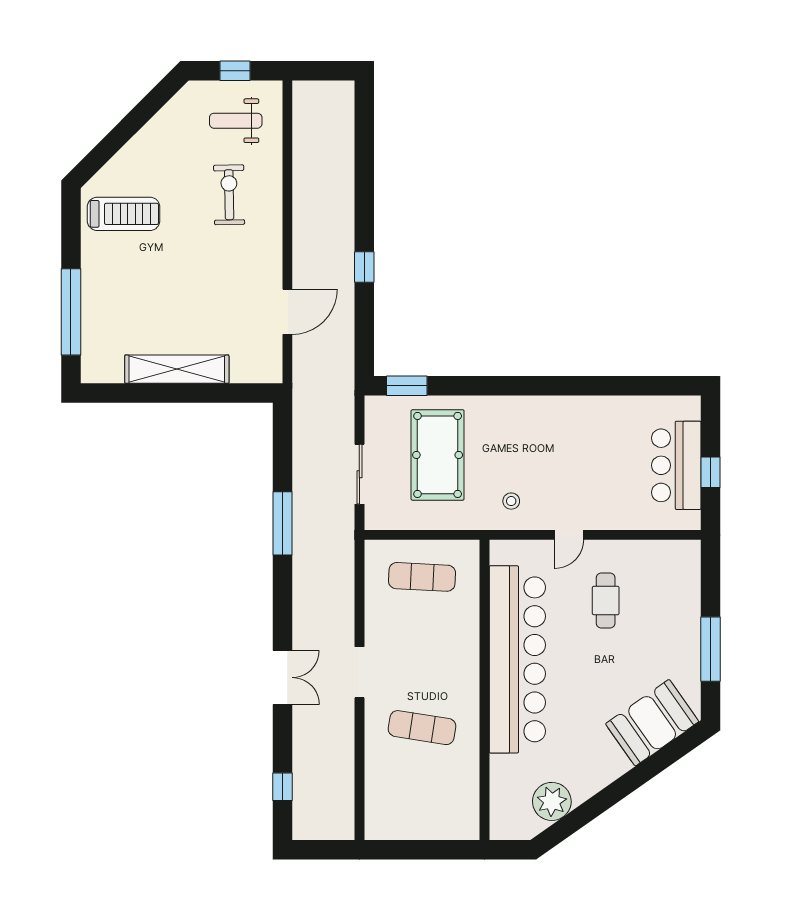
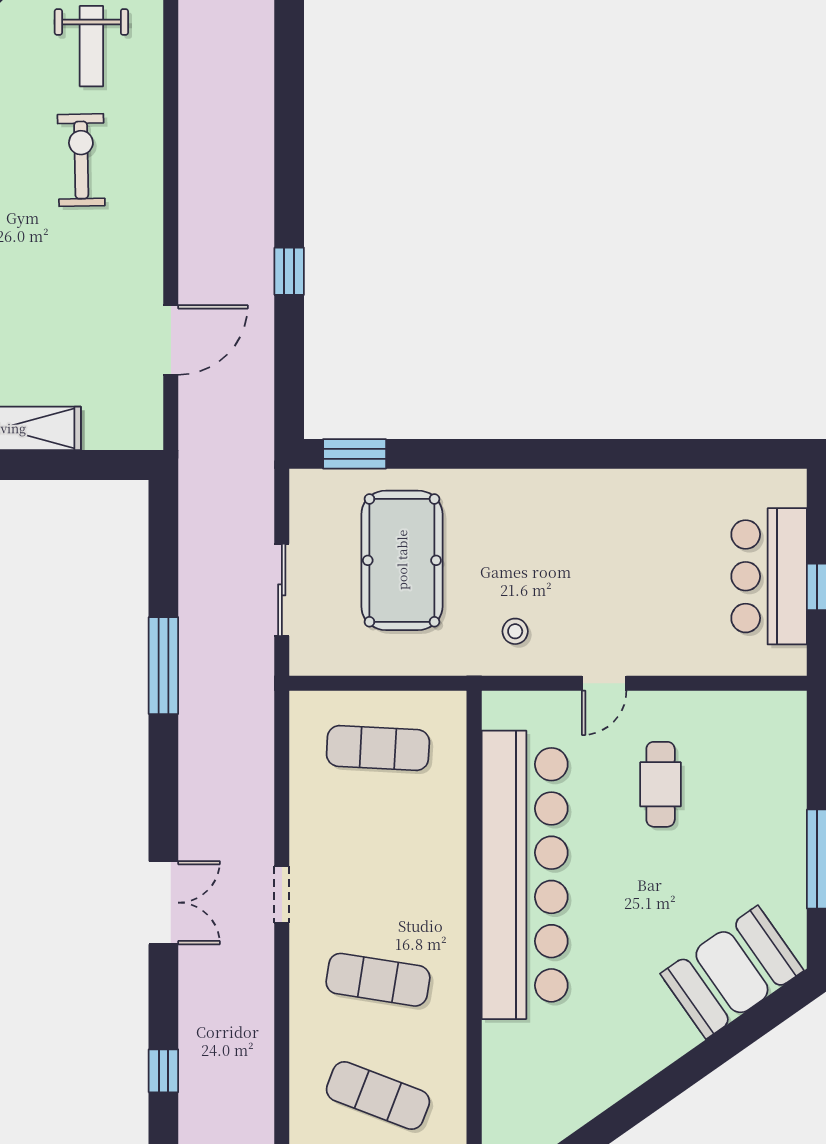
weight bench: (236, 121) -> (91, 46), turned -90
doorway: (359, 672) -> (282, 895), width x0.73
plant: (552, 801) -> (578, 1093), removed
exercise mat: (422, 803) -> (378, 1096), added

